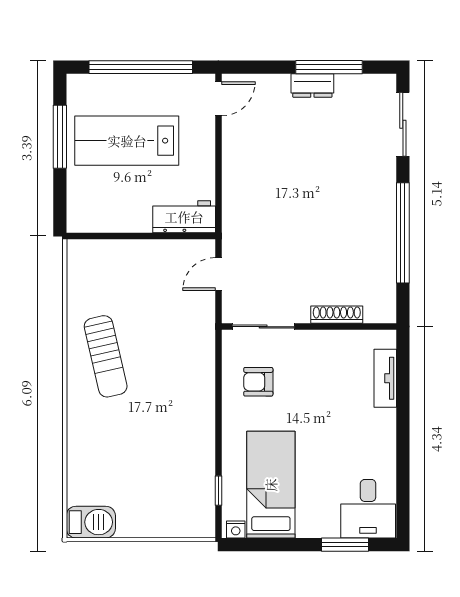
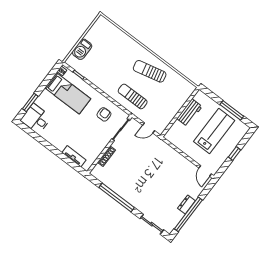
window: (141, 67) -> (234, 154), width x0.32
window: (329, 67) -> (188, 214), width x1.46
workbench: (184, 217) -> (189, 112), moved
door: (218, 274) -> (149, 128), swing flipped
sun lounger: (180, 352) -> (133, 96), added
barbecue: (91, 522) -> (82, 49), moved

